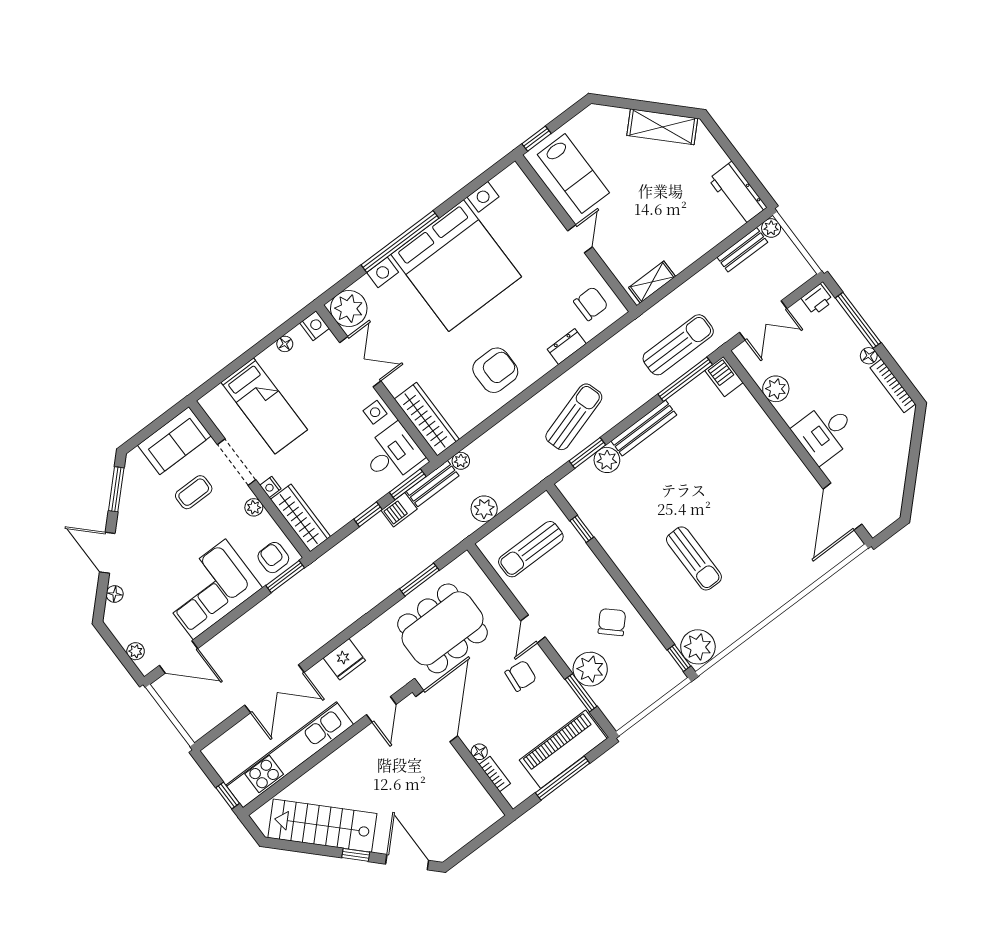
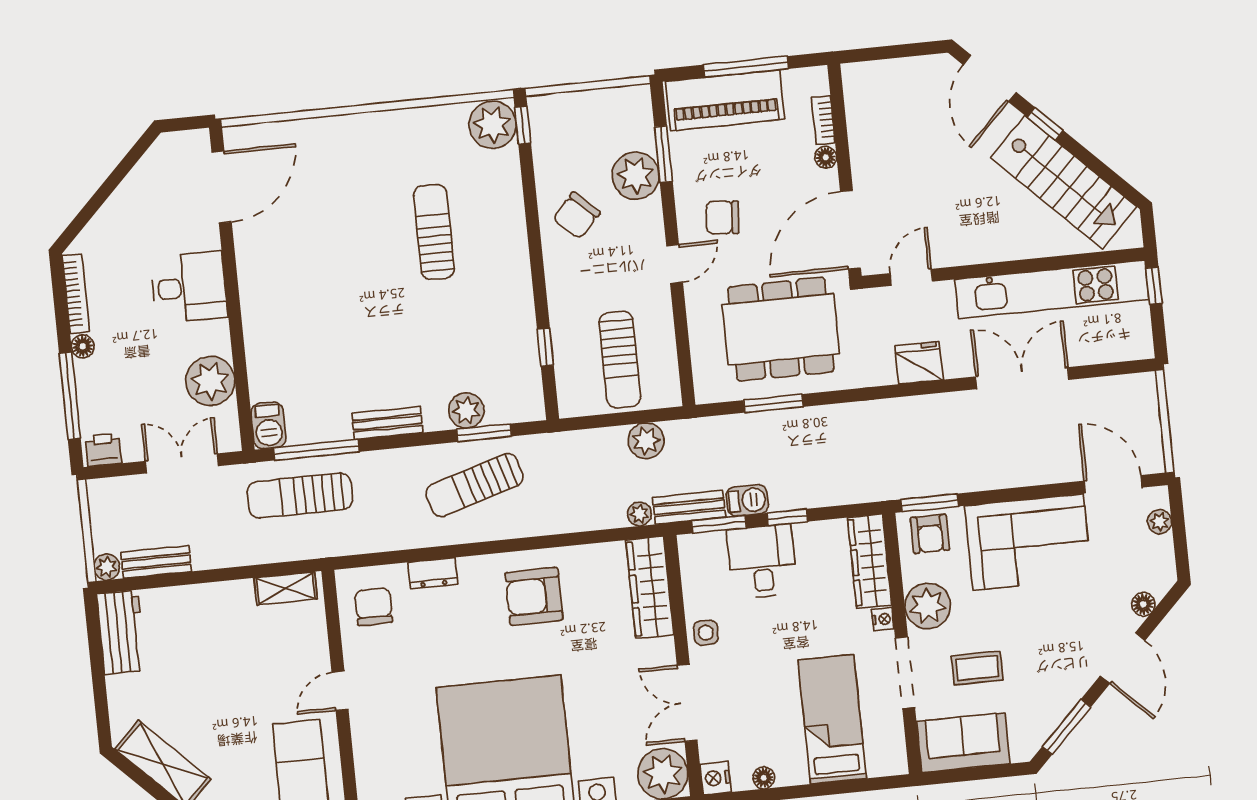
chair: (591, 304) -> (374, 607), turned 90
plant: (776, 389) -> (210, 381), width x1.36, depth x1.36
bench: (644, 428) -> (387, 423), width x0.73
desk: (392, 454) -> (762, 561), moved, turned 90
plant: (254, 507) -> (928, 606), width x1.88, depth x1.88
sun lounger: (531, 549) -> (620, 360), turned 90

